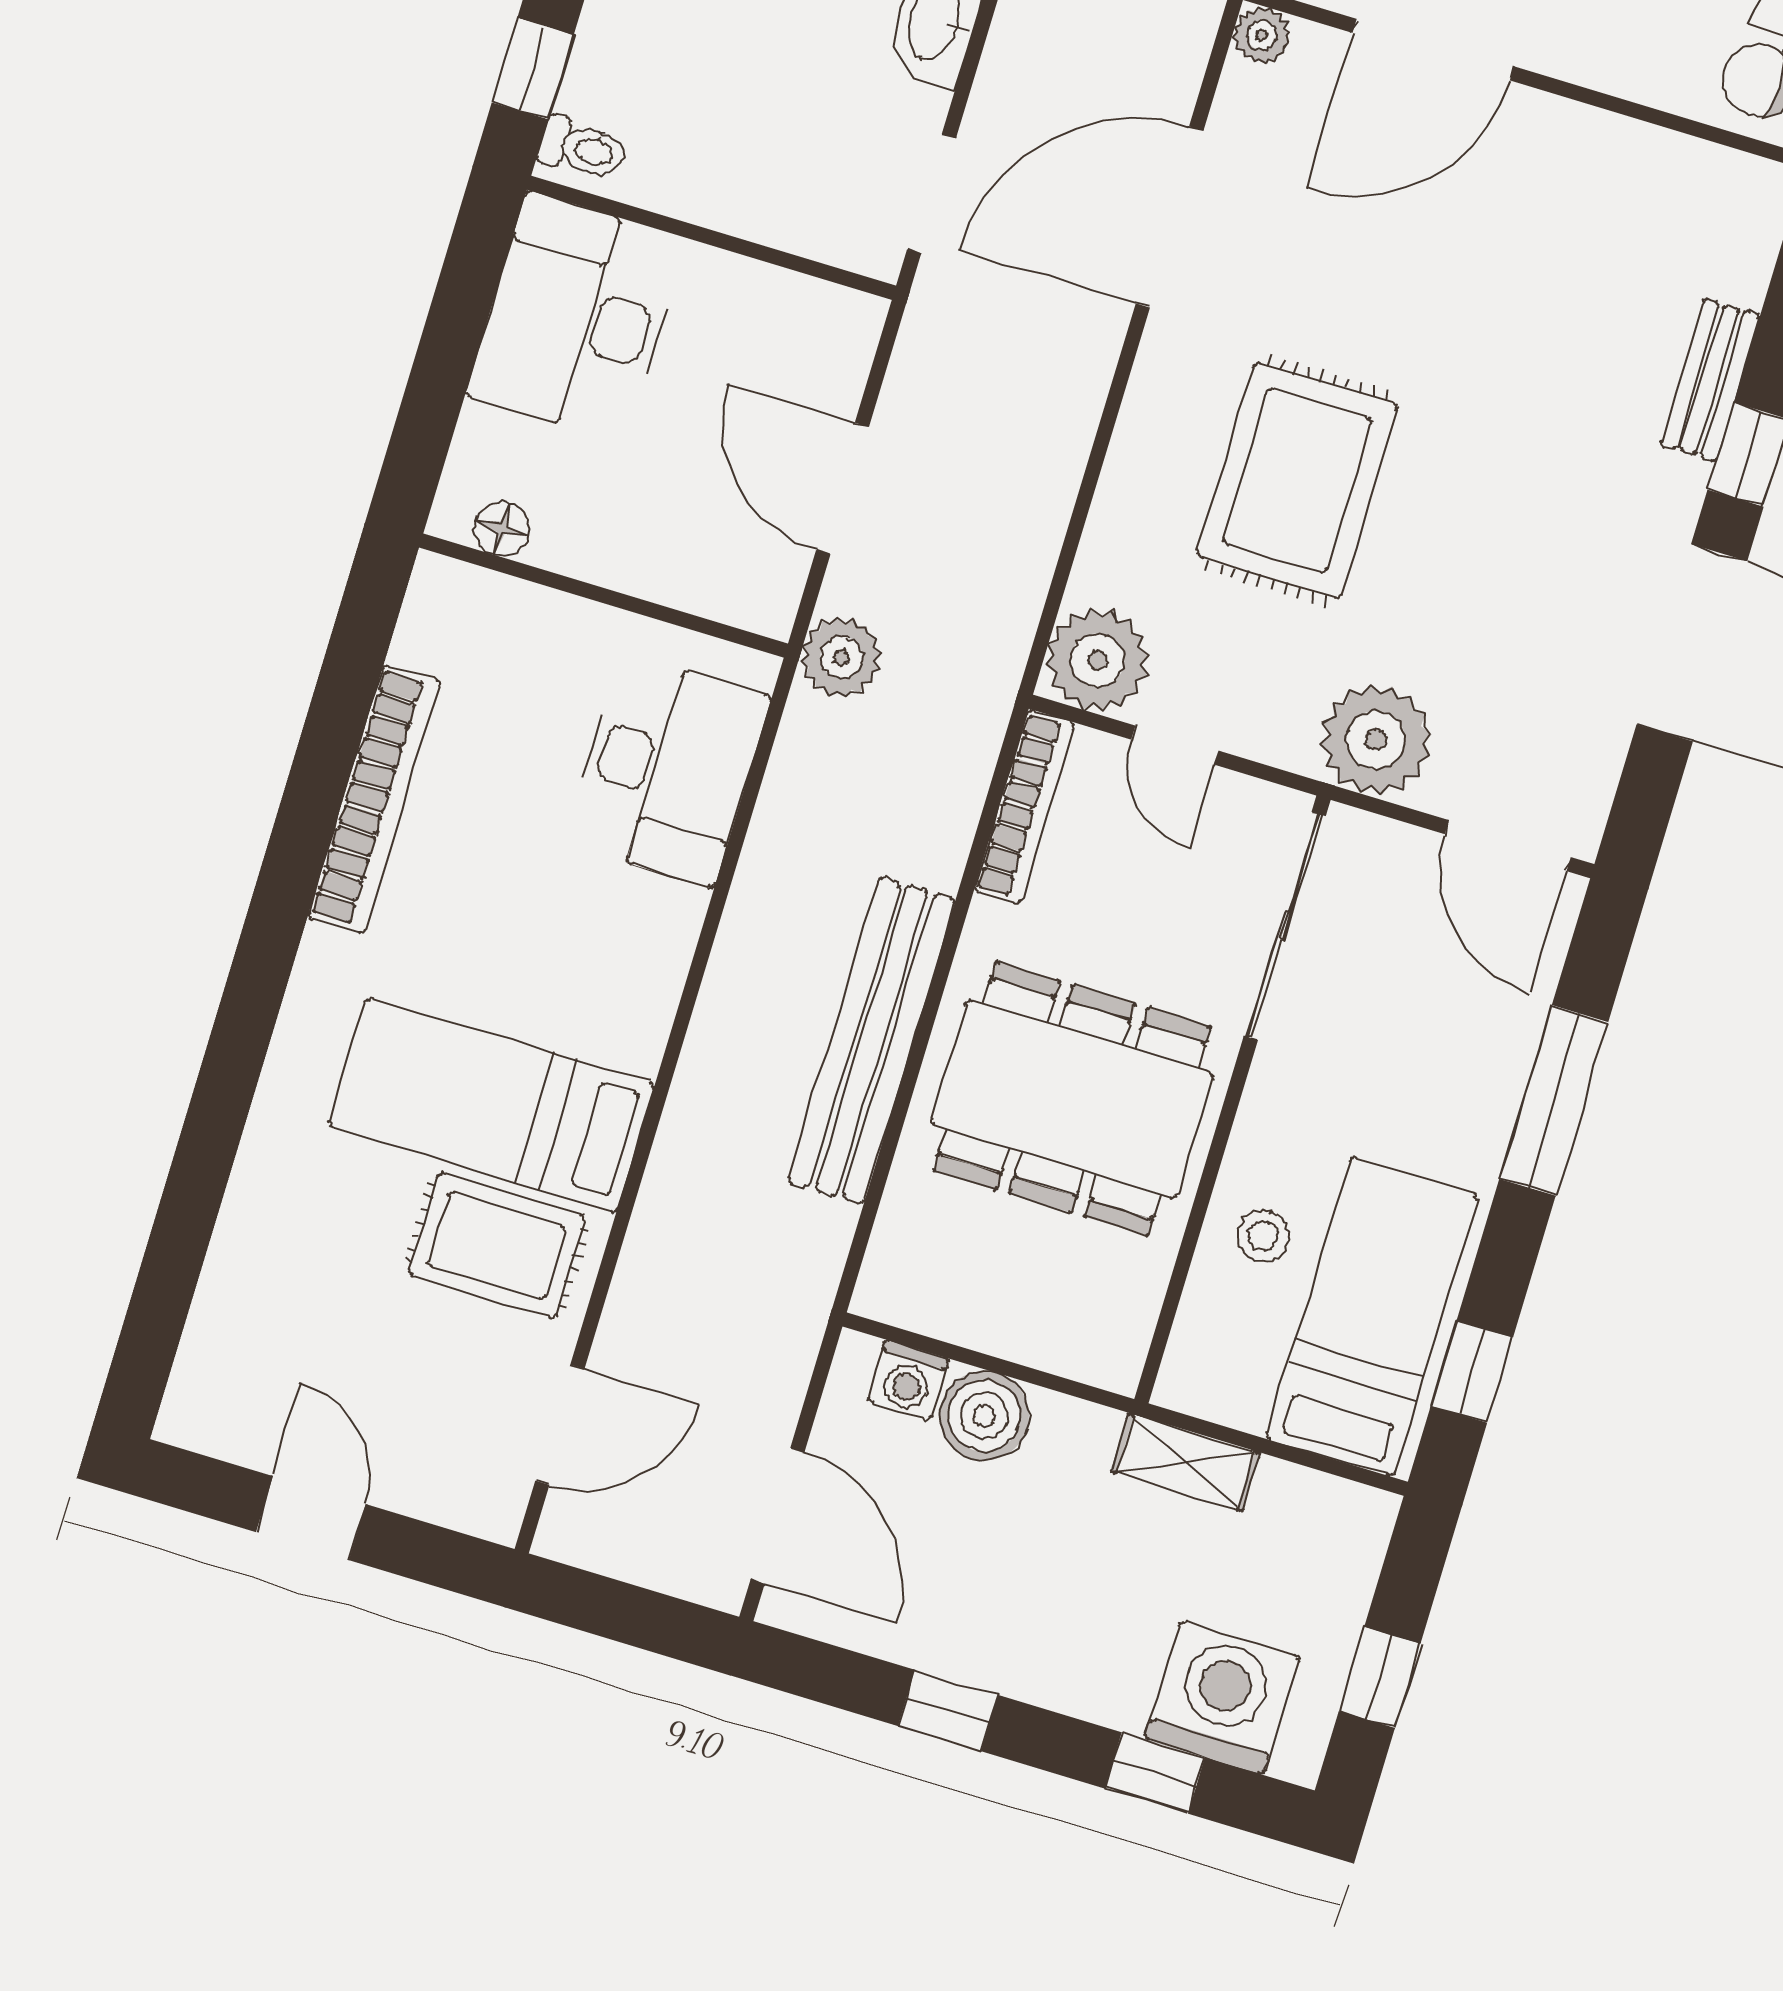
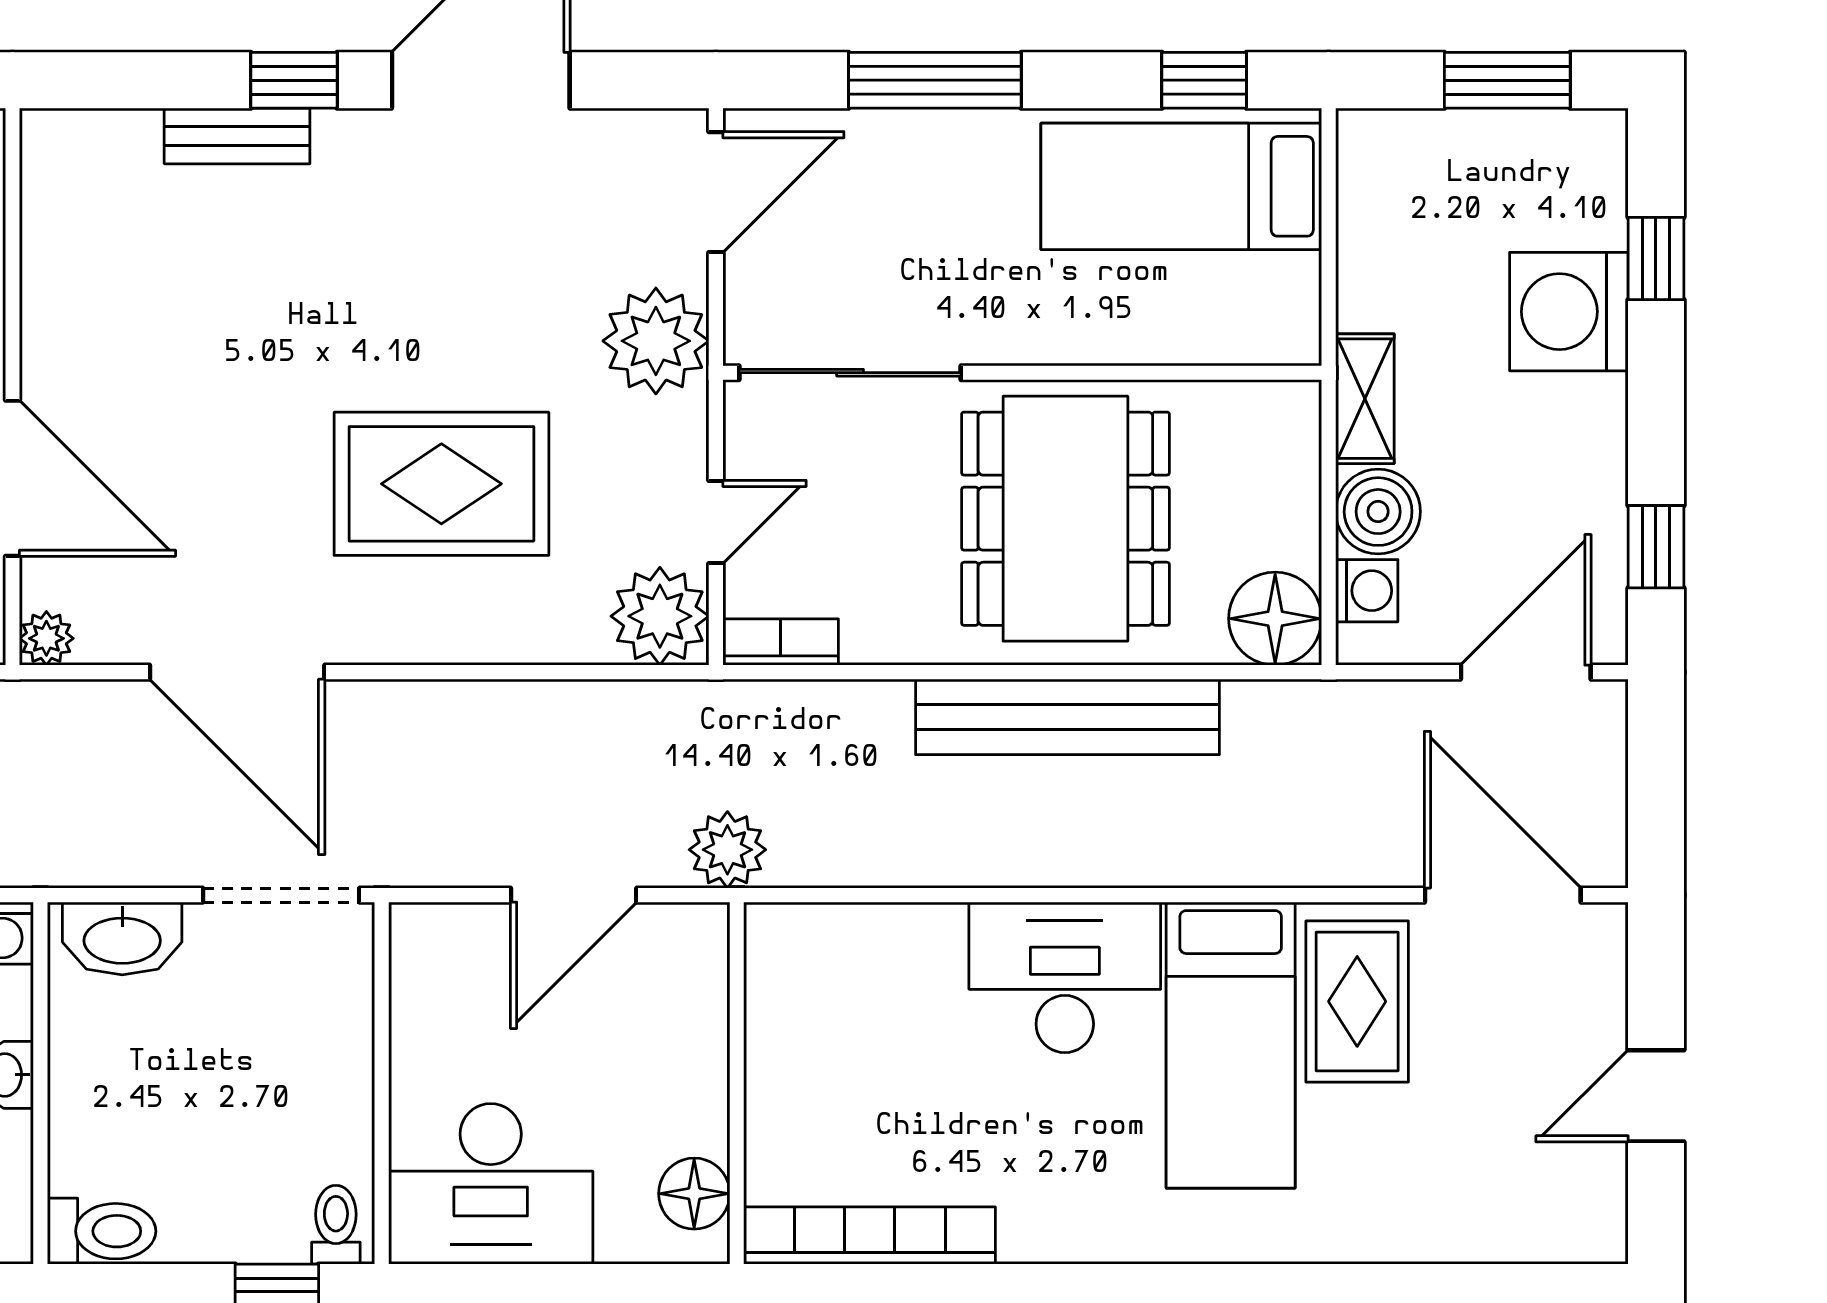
doorway: (932, 194) -> (281, 895), width x1.38
floor lamp: (502, 529) -> (694, 1194), width x1.37, depth x1.37
desk: (667, 770) -> (1065, 977), moved
bookcase: (374, 799) -> (870, 1236), moved
bookcase: (1025, 807) -> (781, 642), width x0.64
stool: (1263, 1236) -> (1138, 307), removed
floor lamp: (908, 1280) -> (1275, 619), added
door: (560, 1425) -> (1503, 895), width x1.36
shelving: (1185, 1462) -> (1365, 399), moved
window: (1380, 1677) -> (1507, 80), width x1.50
washing machine: (1222, 1697) -> (1569, 312), moved
window: (948, 1711) -> (1656, 547), moved

